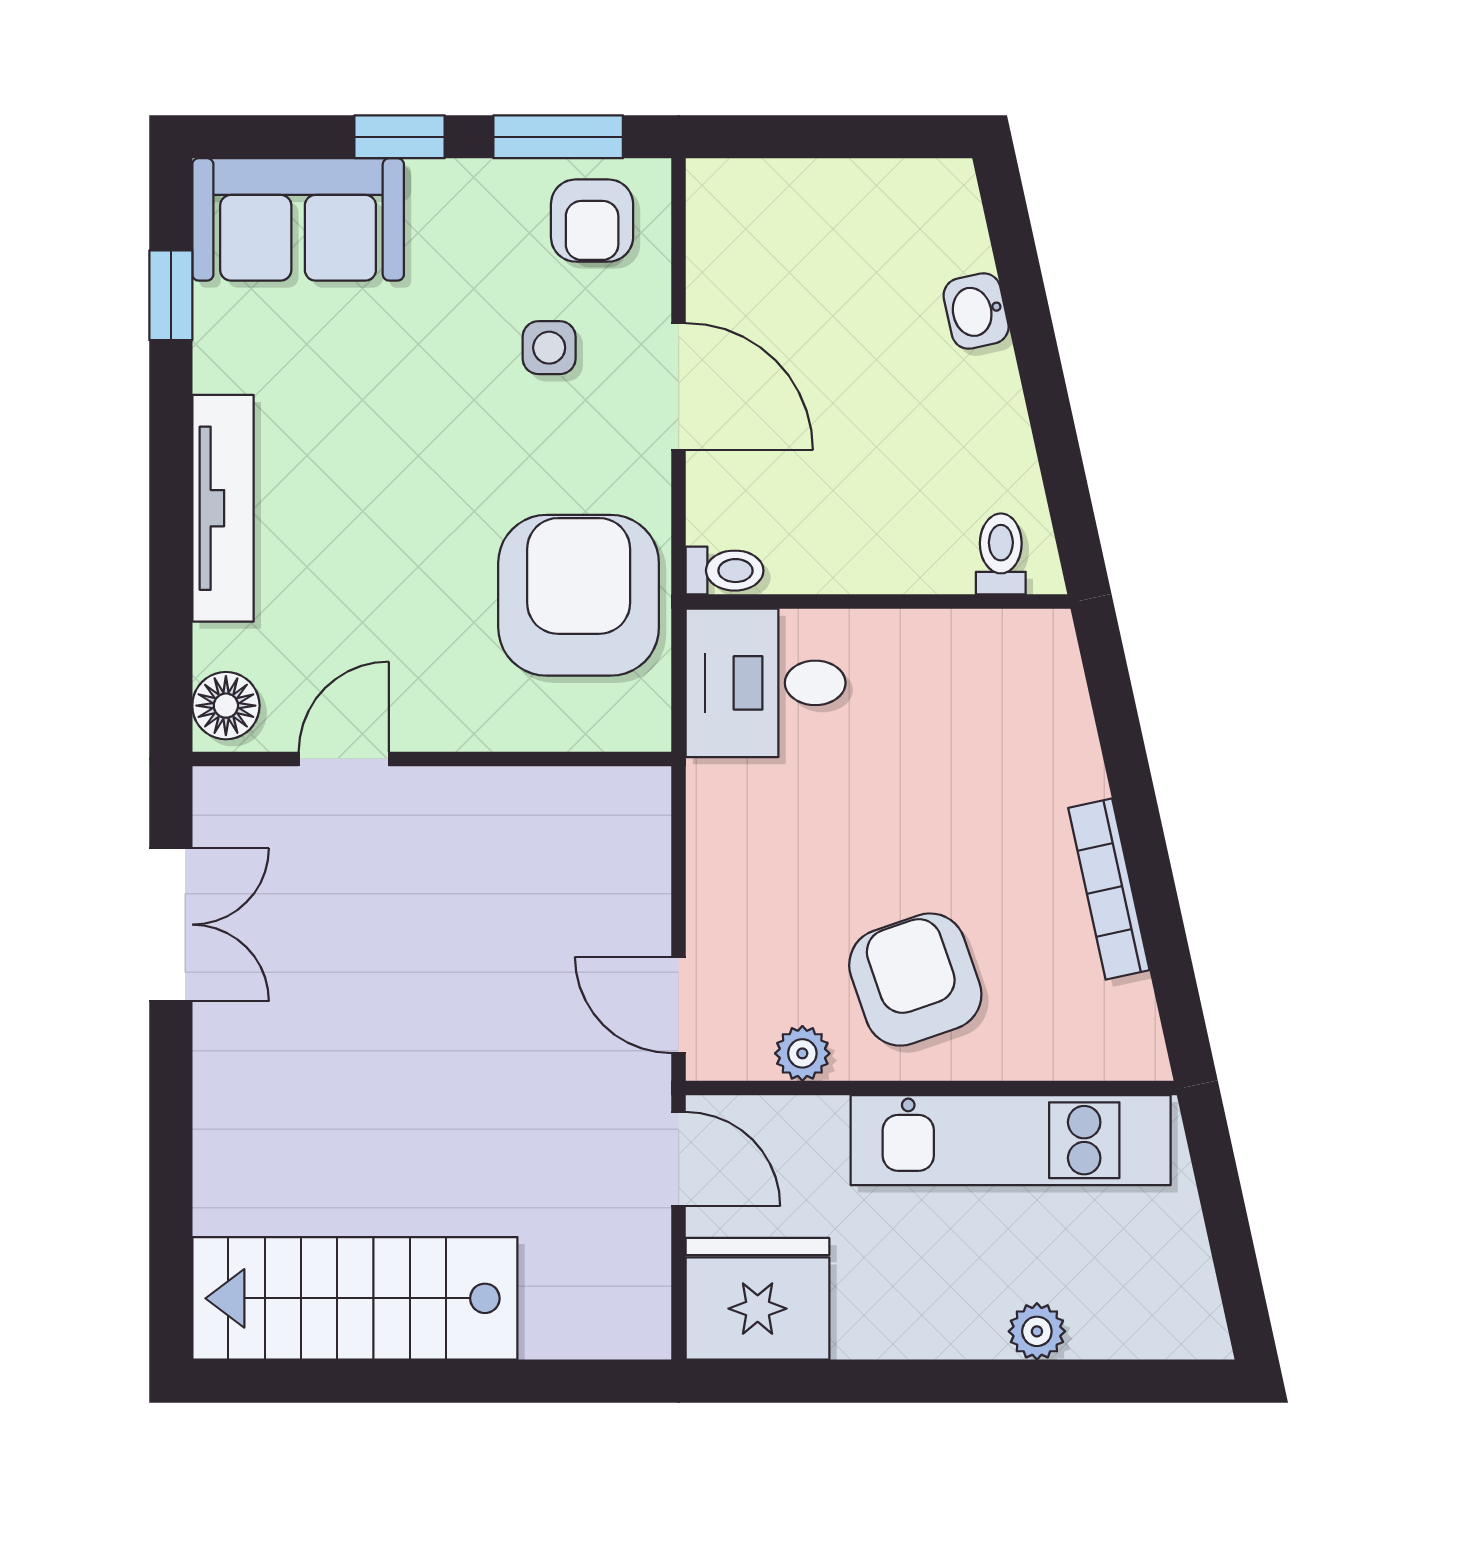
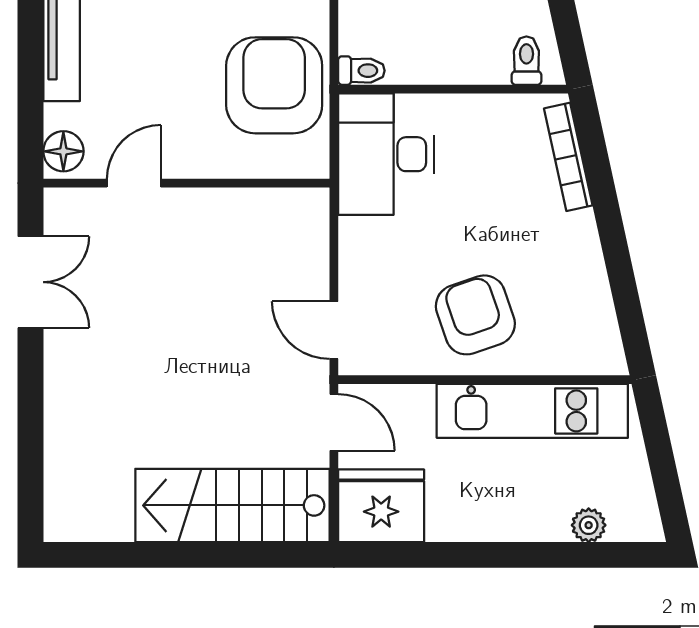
desk: (766, 683) -> (386, 154), width x1.37
bookcase: (1109, 889) -> (568, 157), moved
plant: (802, 1053) -> (408, 359), removed
stairs: (355, 1298) -> (232, 505), moved
plant: (1037, 1331) -> (589, 525), moved

